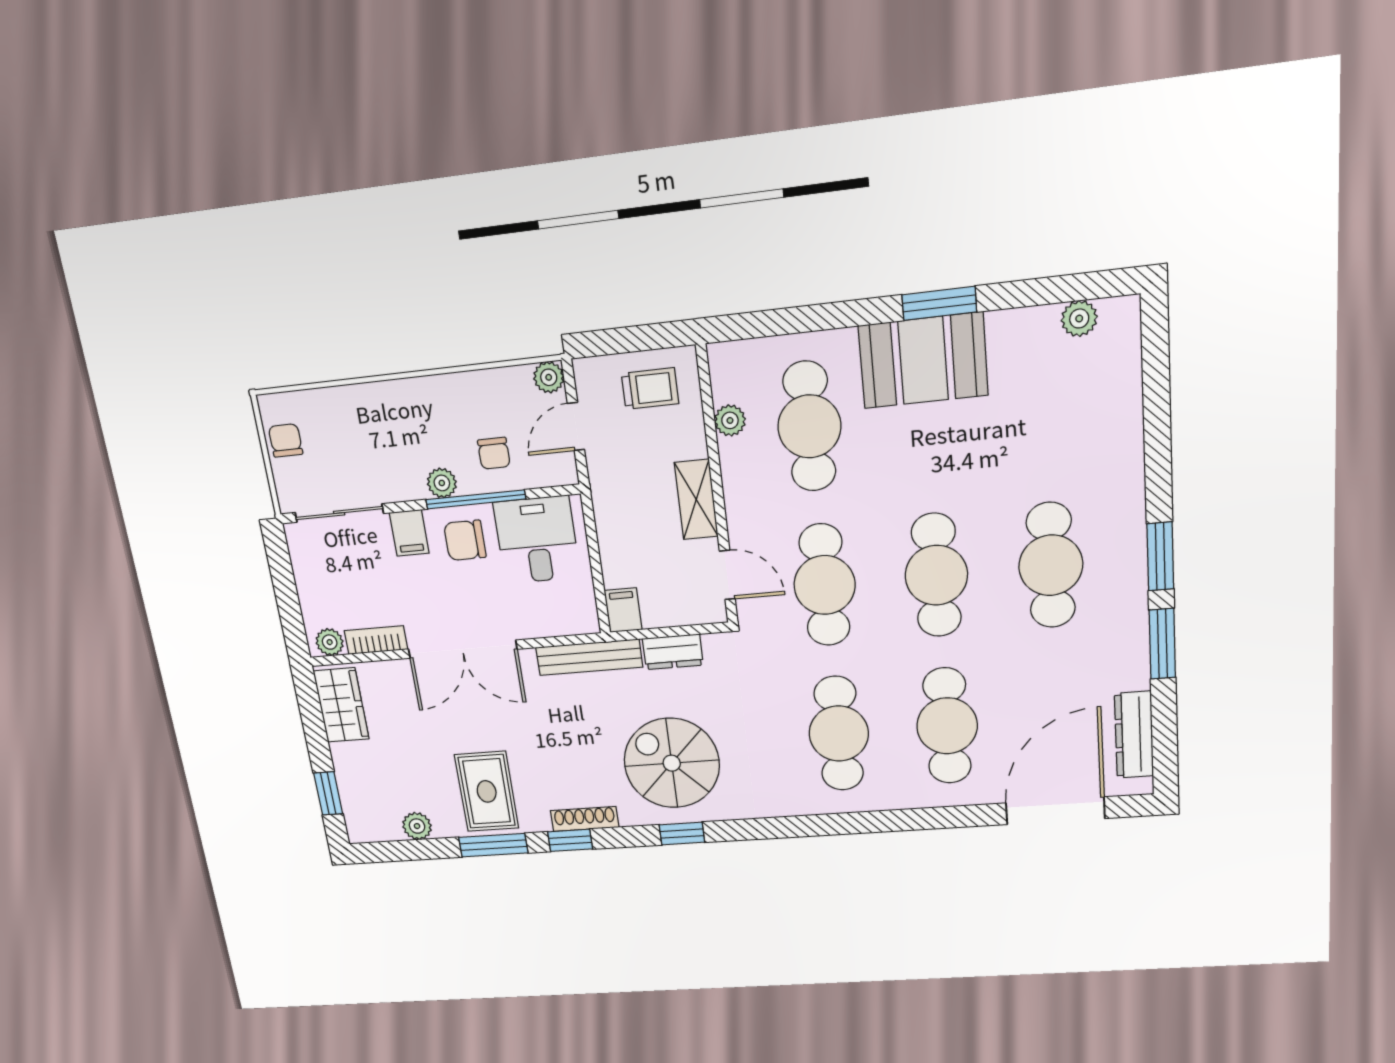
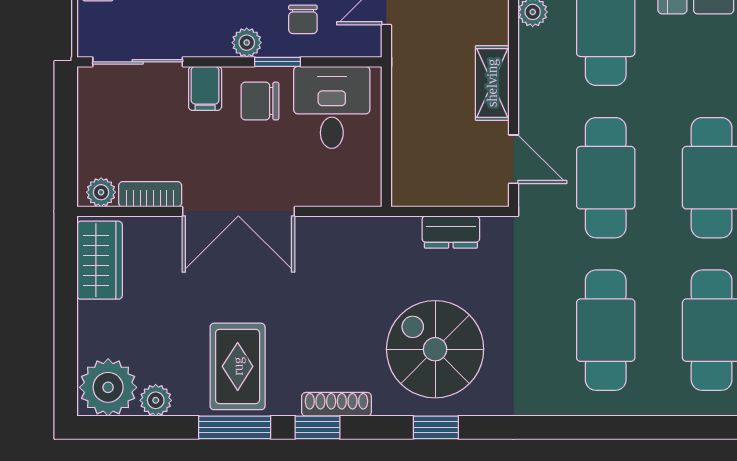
window: (476, 499) -> (278, 62), width x0.46
filing cabinet: (623, 610) -> (407, 185), removed
bench: (589, 657) -> (366, 231), removed
window: (328, 793) -> (66, 357), removed
plant: (372, 818) -> (108, 387), added

